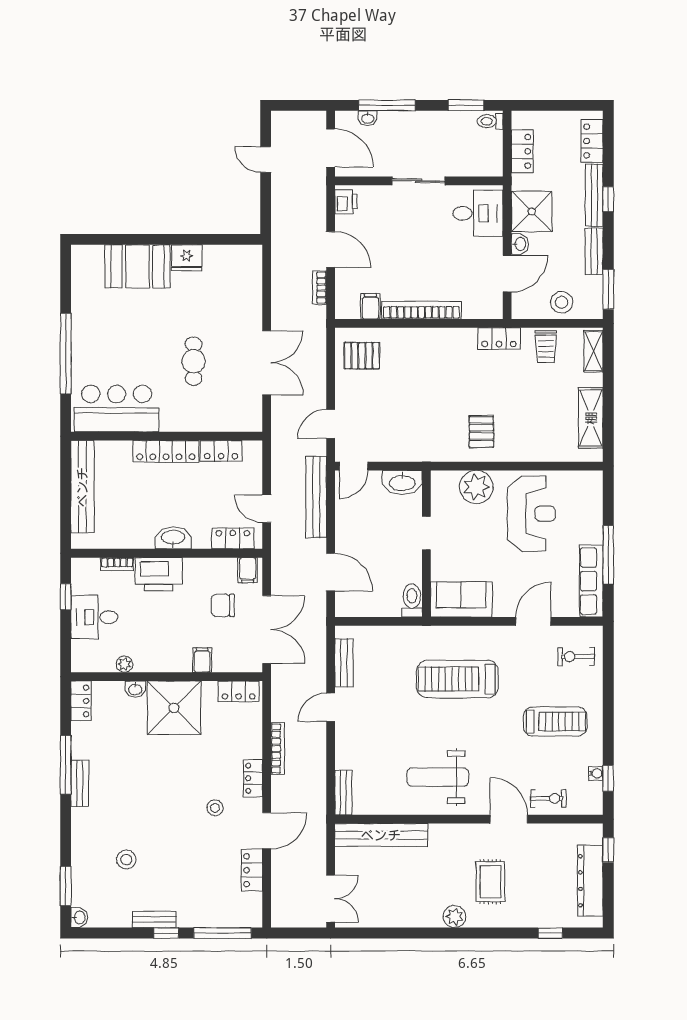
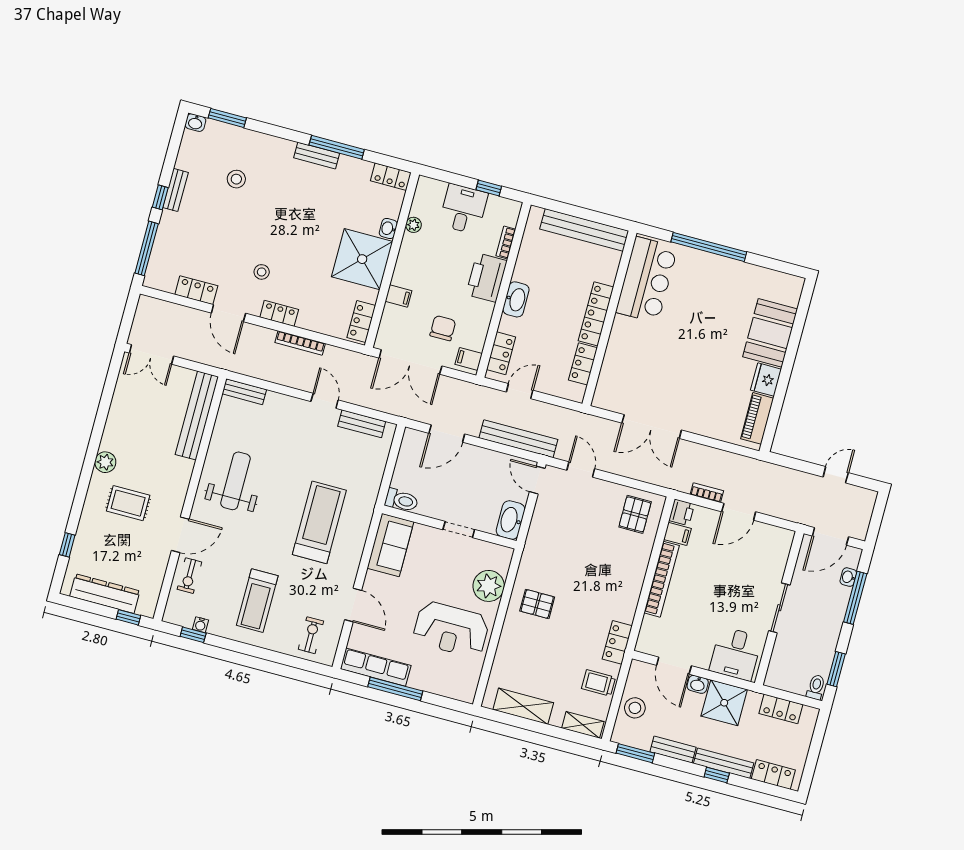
printer: (346, 202) -> (682, 512), moved, turned -90
piano: (229, 256) -> (757, 418), added
cafe table: (194, 361) -> (671, 361), removed

